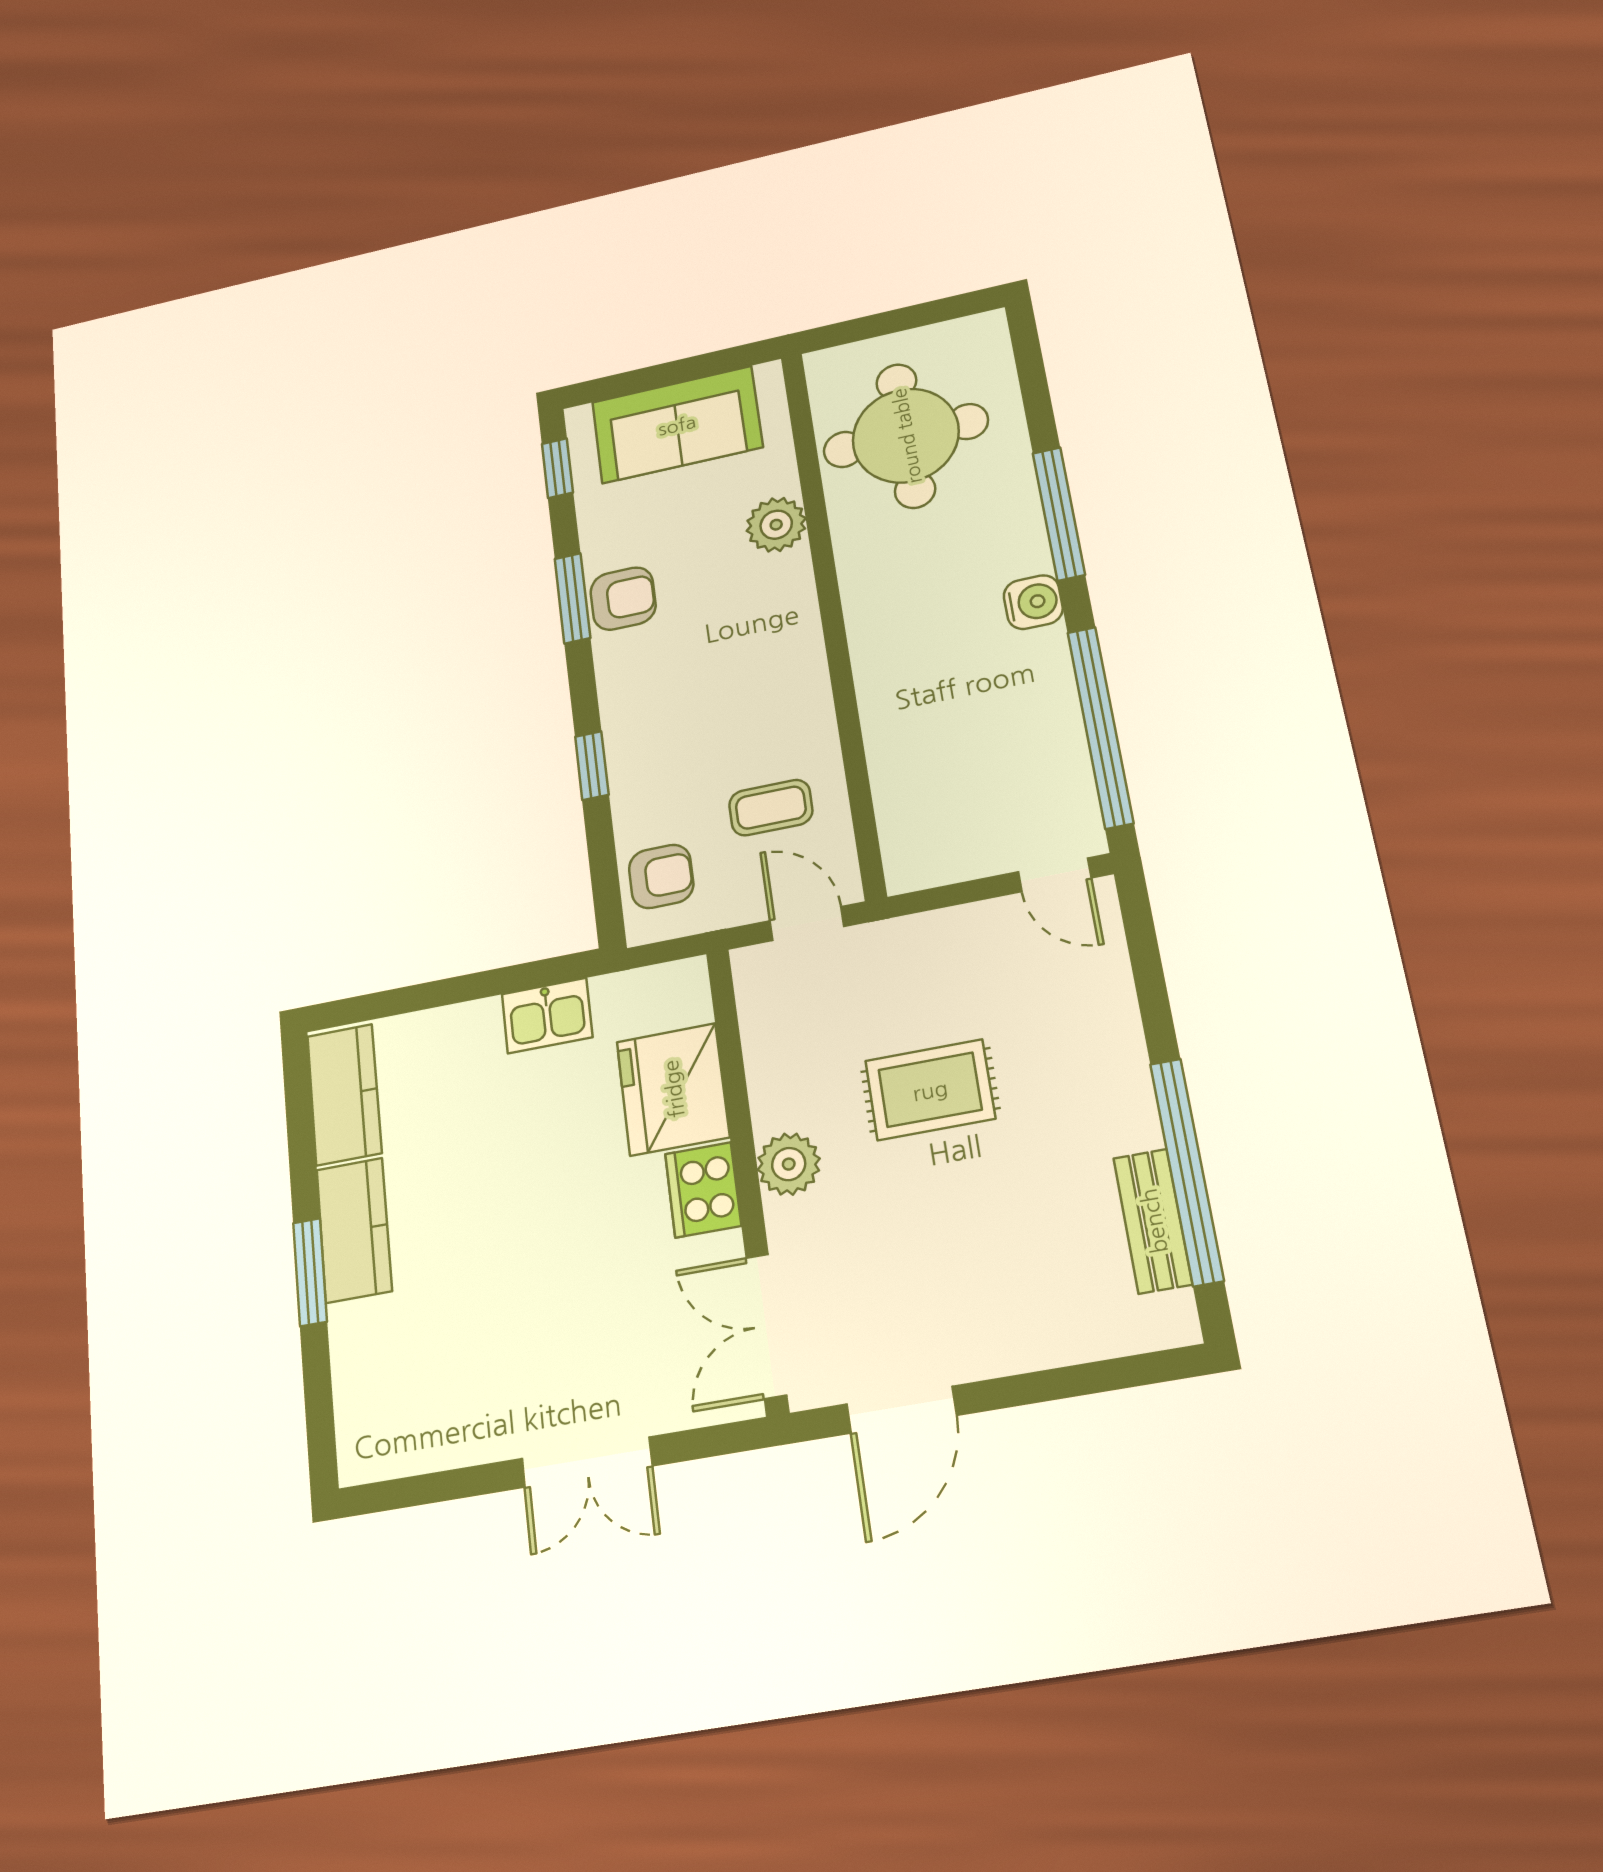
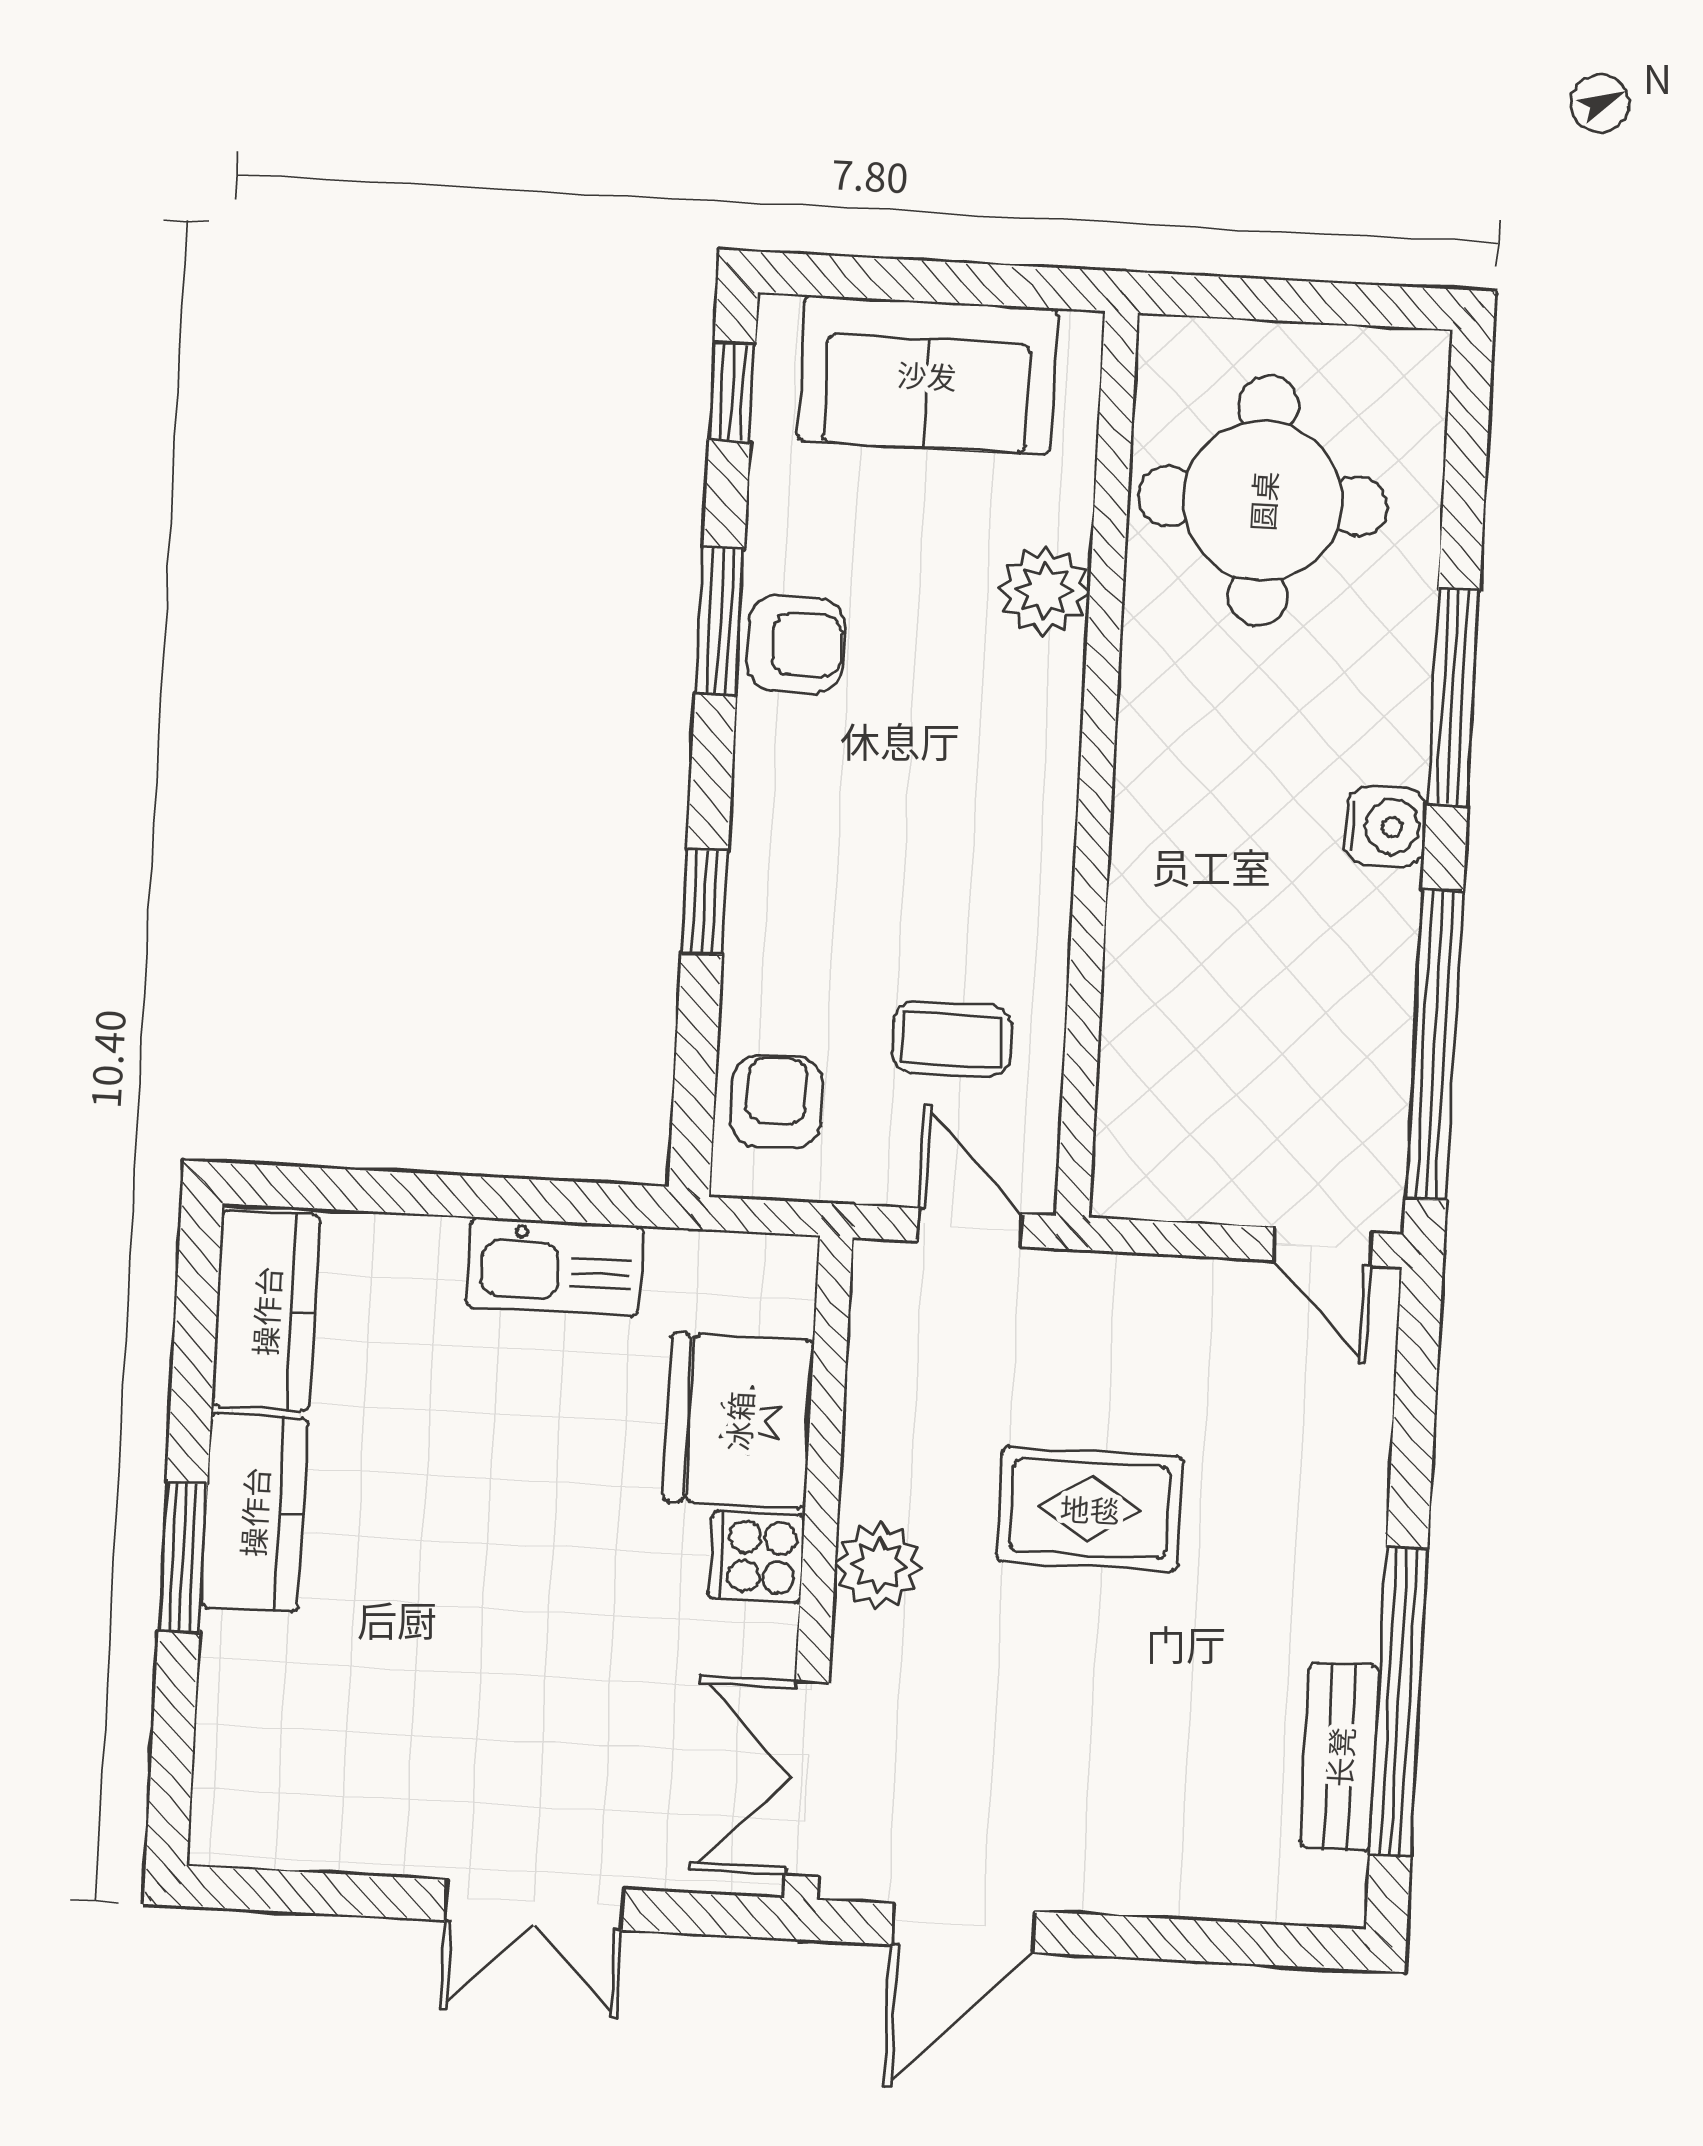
armchair: (661, 876) -> (777, 1102), turned -90
kitchen sink: (547, 1016) -> (555, 1267), width x1.38
cooker: (703, 1190) -> (756, 1557), width x0.73

